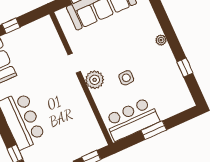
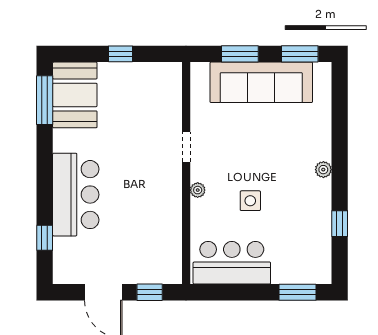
plant: (95, 80) -> (198, 190), width x0.53, depth x0.53
window: (154, 130) -> (297, 292), moved

